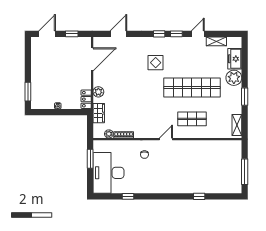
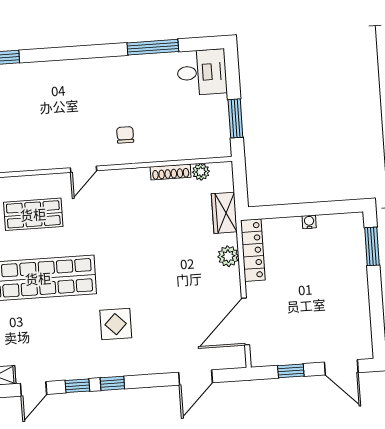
door: (47, 34) -> (341, 367), hinge flipped
locker: (86, 99) -> (253, 250), width x1.53
desk: (108, 173) -> (202, 72), width x0.53, depth x0.77
window: (128, 196) -> (153, 47), width x2.17

